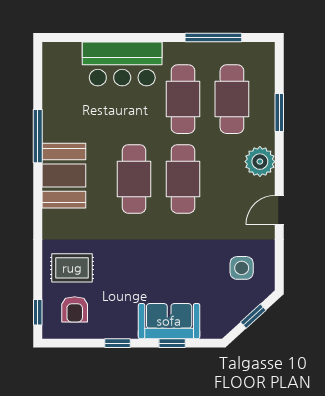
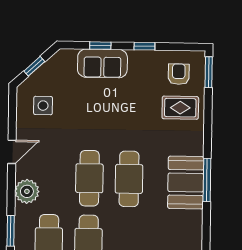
window: (38, 136) -> (207, 180), moved
window: (38, 312) -> (209, 72), width x1.50

